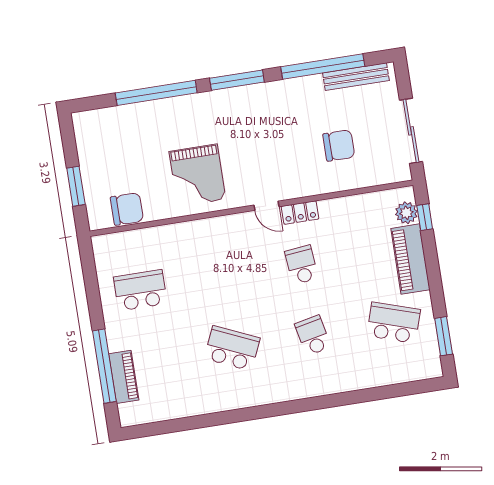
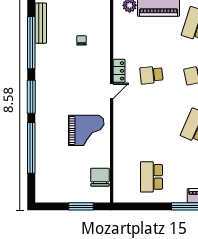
chair: (339, 145) -> (82, 40), width x0.54, depth x0.54

